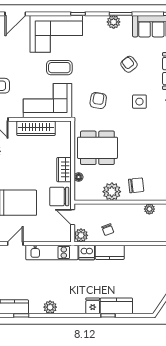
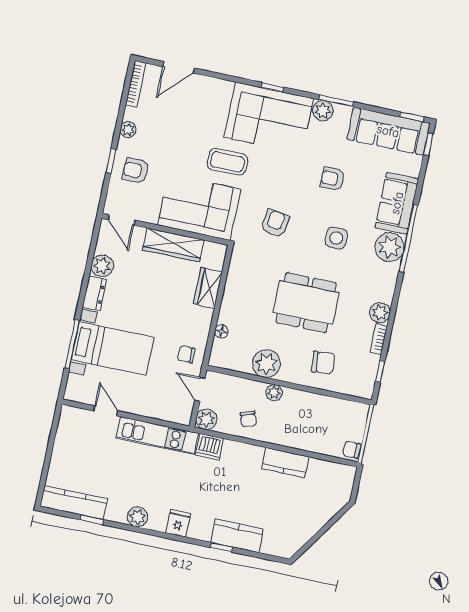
corner sofa: (56, 34) -> (269, 118), moved
armchair: (129, 64) -> (332, 179), turned -51
dining table: (97, 148) -> (306, 303), moved
wardrobe: (64, 170) -> (208, 288), moved
chair: (136, 185) -> (323, 363), moved
chair: (59, 197) -> (186, 354), width x0.54, depth x0.54
plant: (149, 209) -> (274, 393), moved
door: (15, 244) -> (106, 411), hinge flipped
kitchen counter: (110, 252) -> (285, 463), moved
fridge: (93, 306) -> (178, 523), moved

